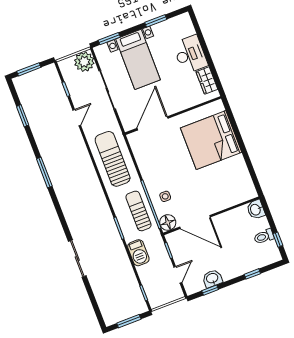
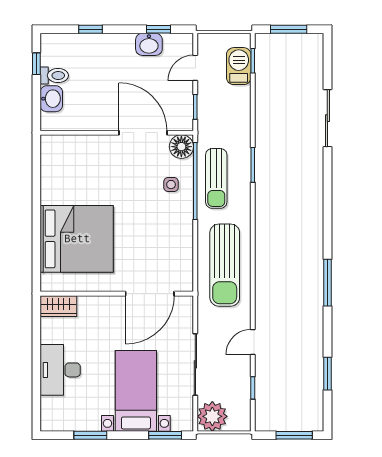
wardrobe: (207, 80) -> (58, 306), moved, turned 90
washbasin: (256, 210) -> (51, 99), moved
barbecue: (138, 253) -> (239, 66), moved
sliding door: (77, 259) -> (327, 118), moved

